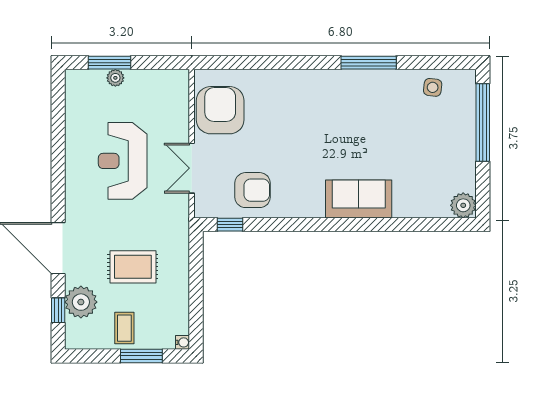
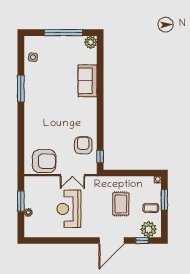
window: (109, 63) -> (21, 201), moved
armchair: (220, 110) -> (44, 161), turned 180
window: (483, 122) -> (63, 33), moved
reception desk: (123, 161) -> (69, 209), turned 90
sofa: (359, 199) -> (88, 81), moved
plant: (81, 302) -> (148, 229), moved

